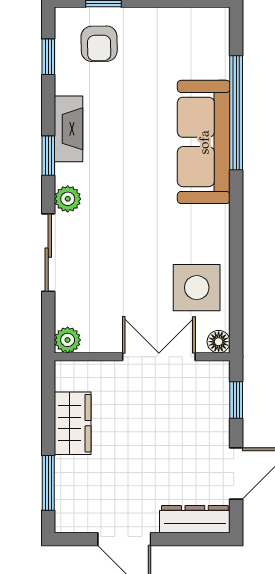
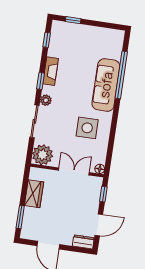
armchair: (99, 44) -> (69, 38), removed
side table: (197, 288) -> (87, 128), moved
plant: (68, 340) -> (43, 155), width x1.88, depth x1.88
dresser: (195, 519) -> (83, 242), width x0.70

